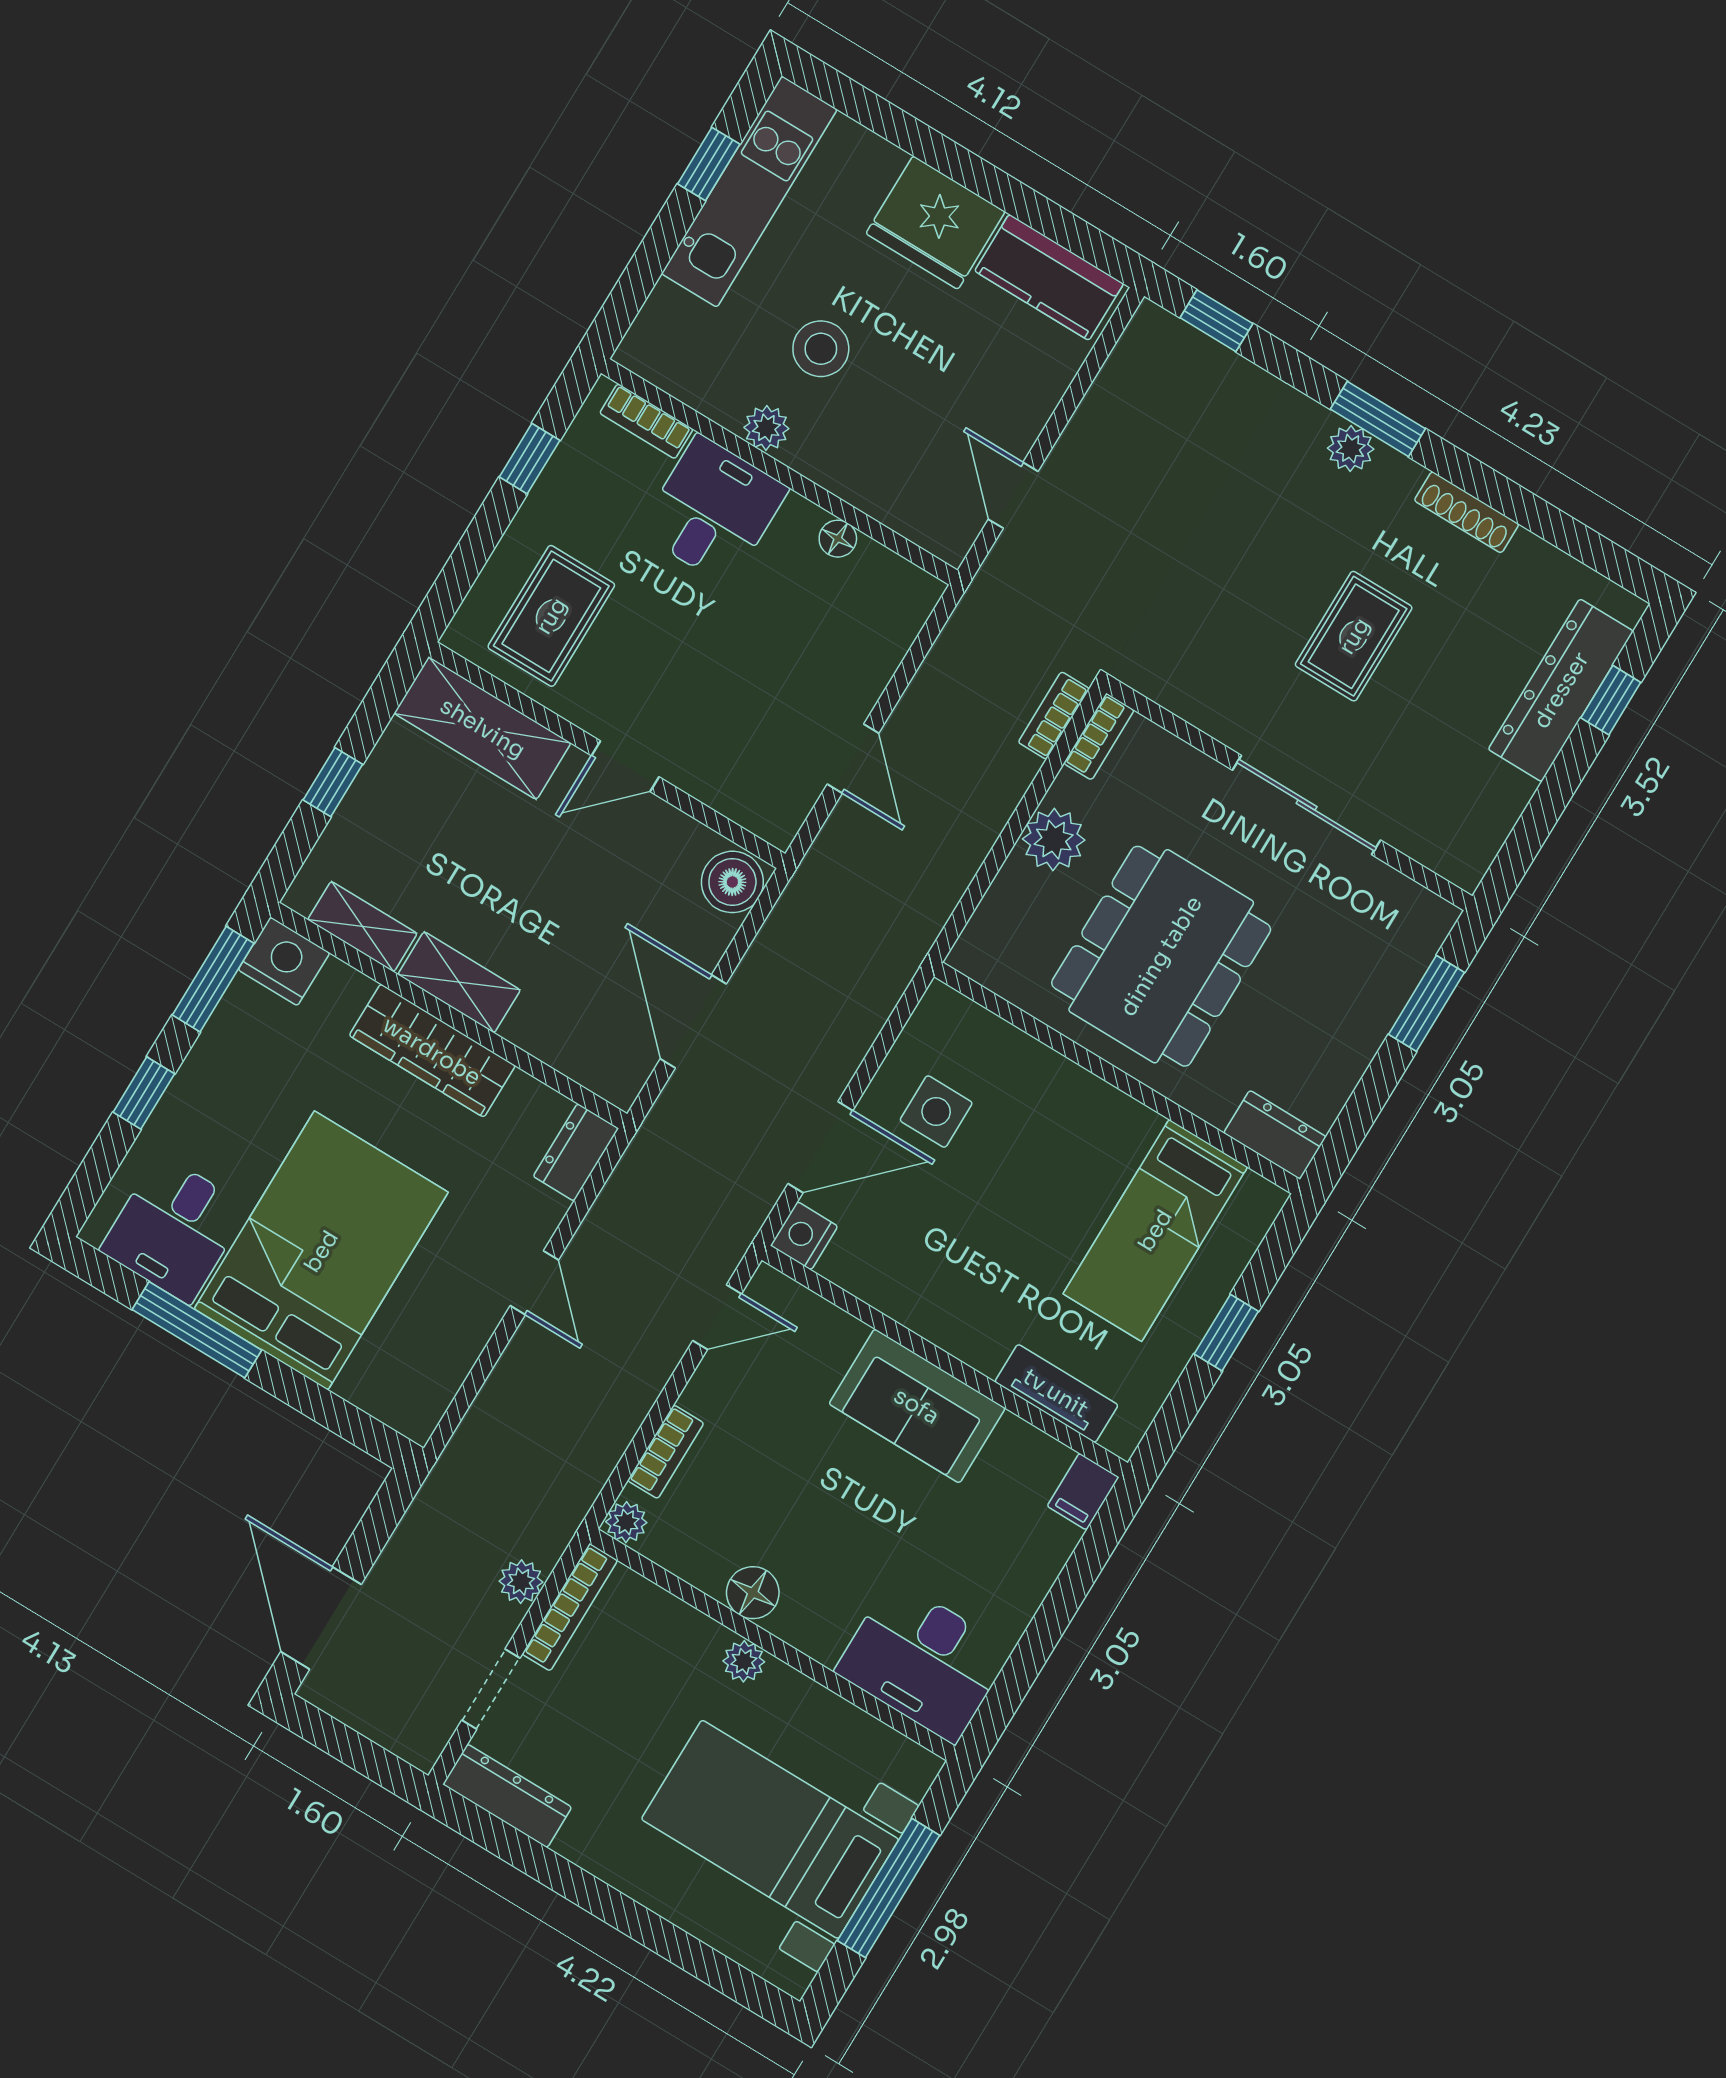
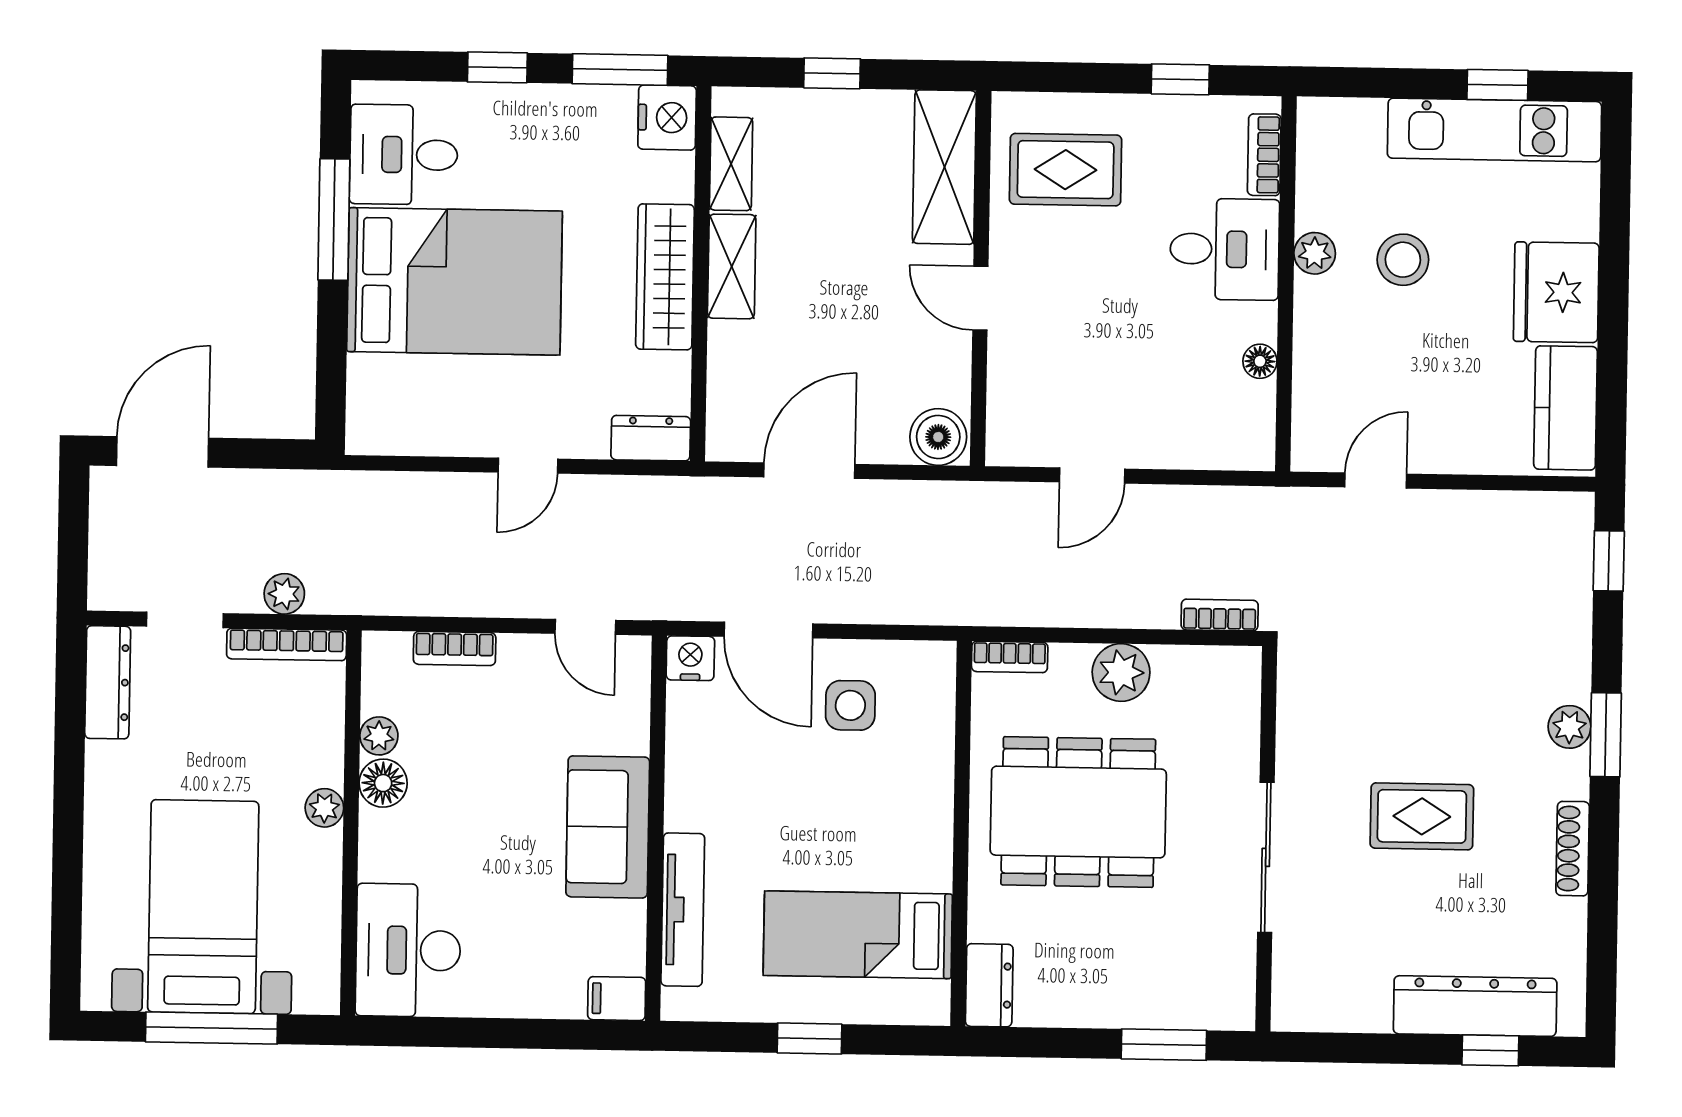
bookcase: (1099, 737) -> (1010, 657), moved
tv unit: (1056, 1393) -> (683, 910), width x1.41
plant: (626, 1522) -> (379, 736), moved

